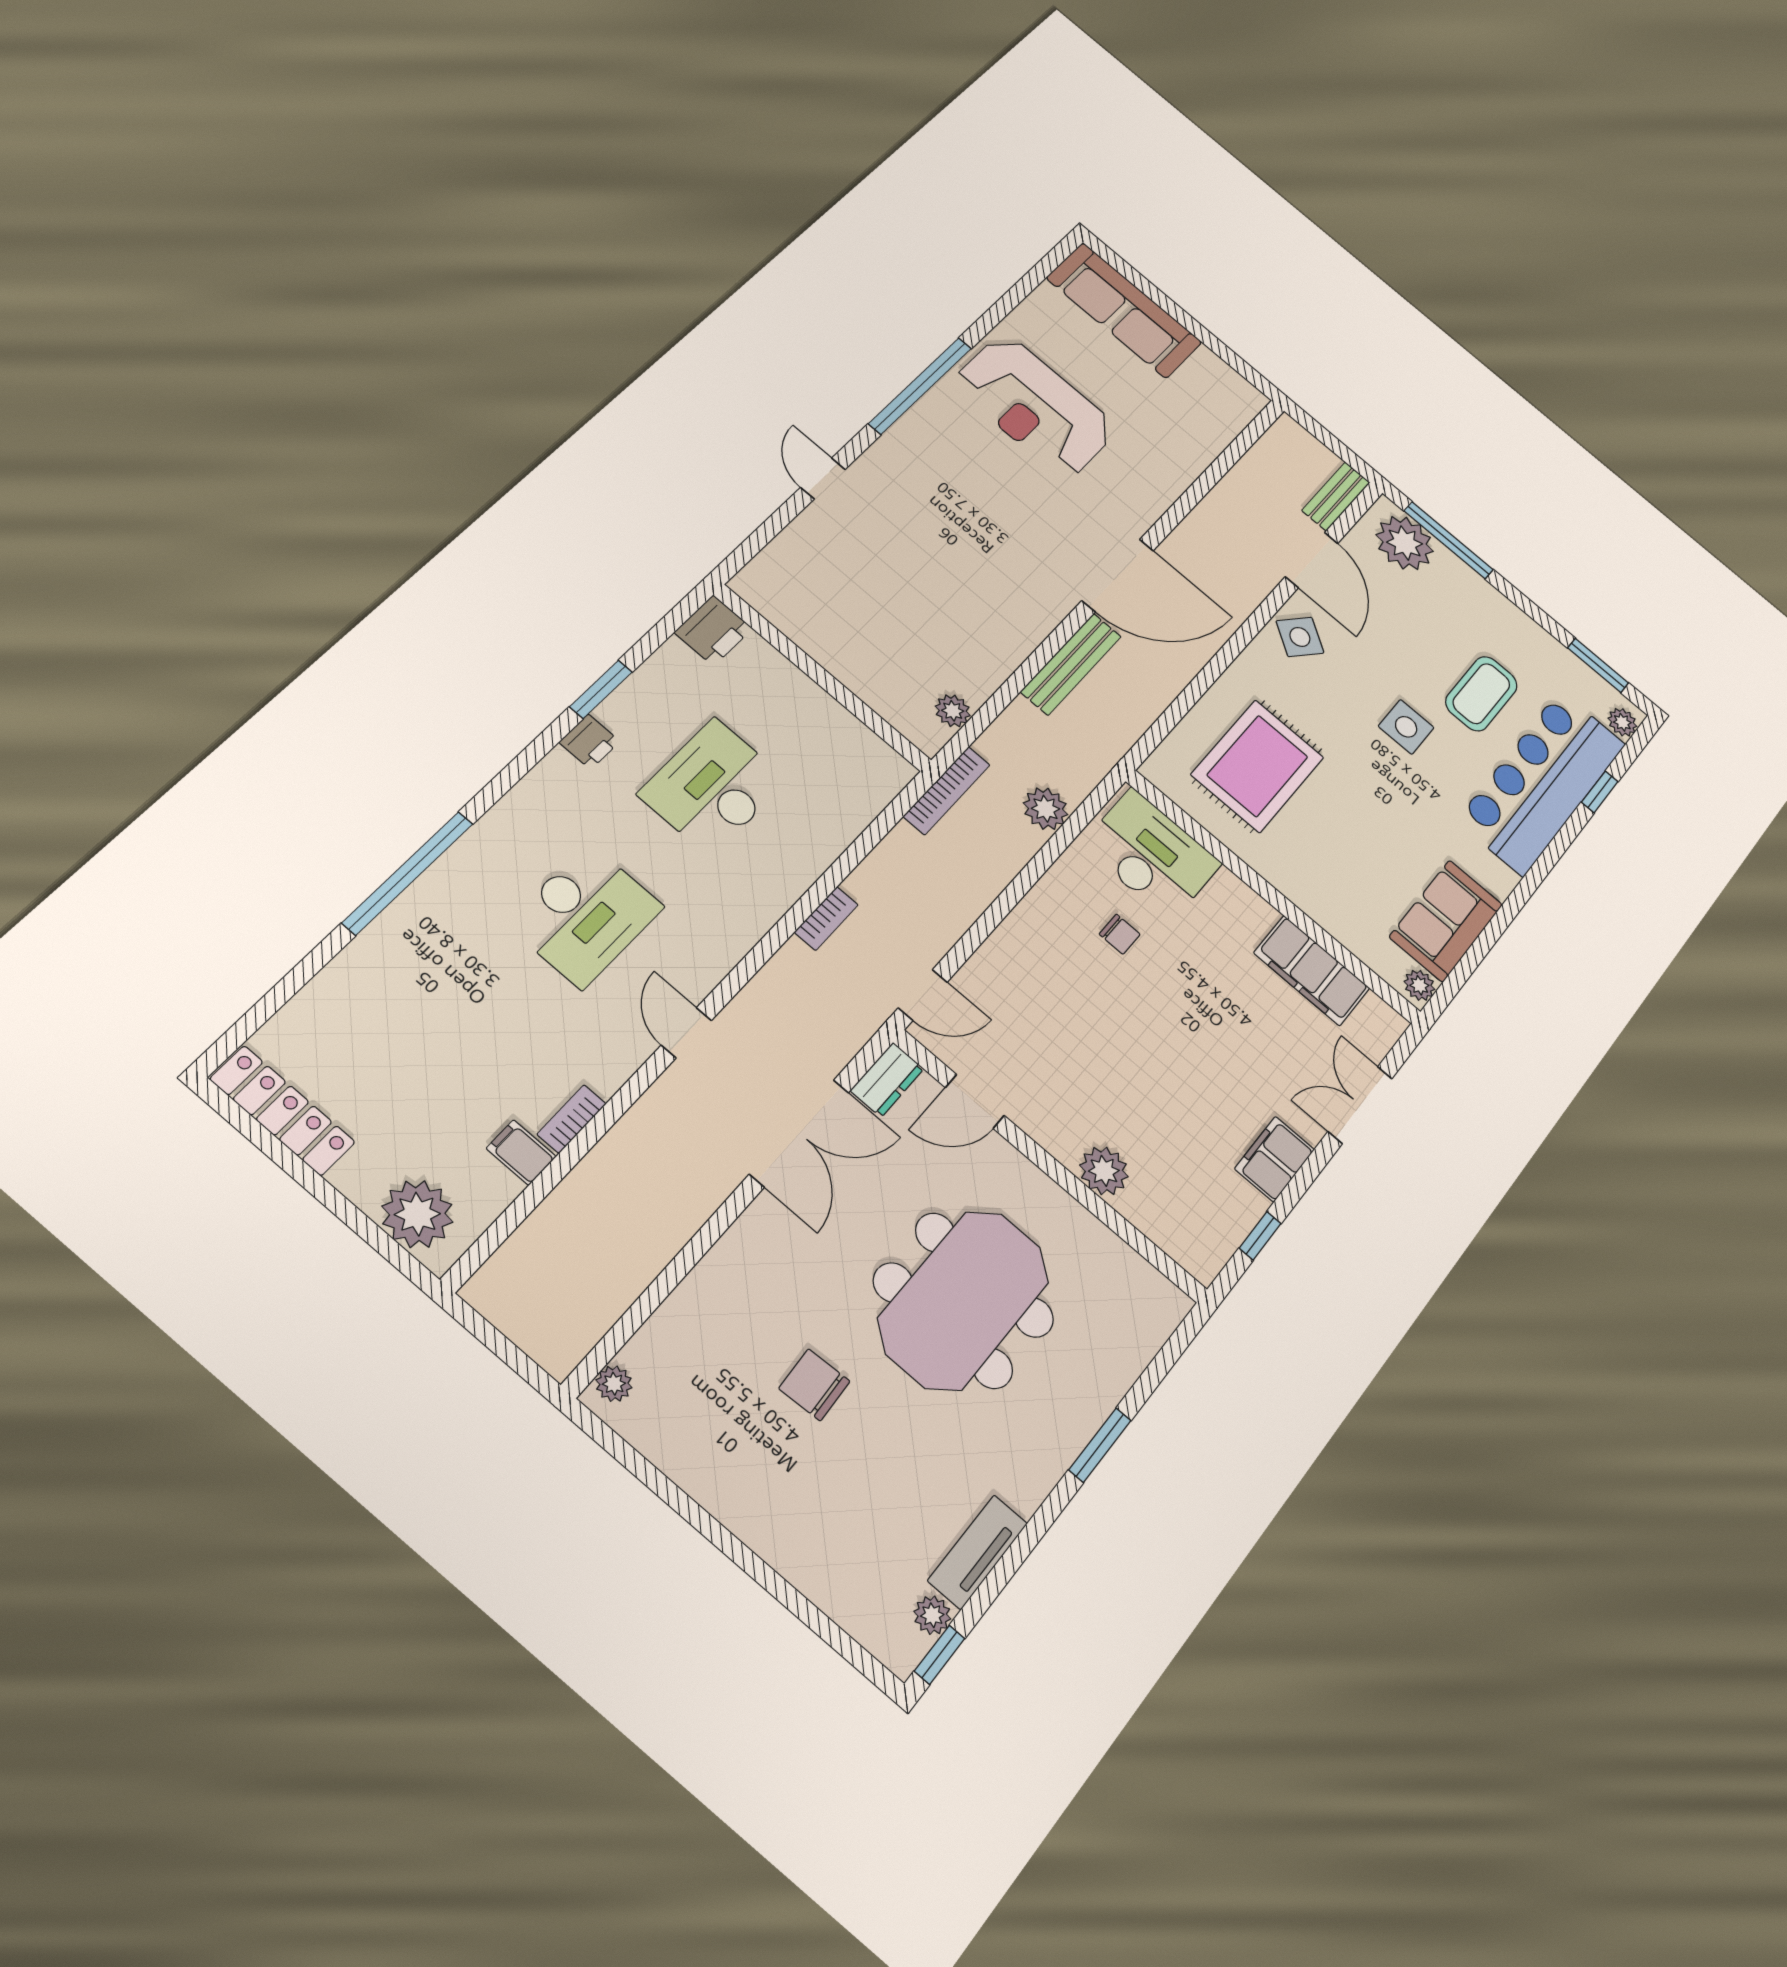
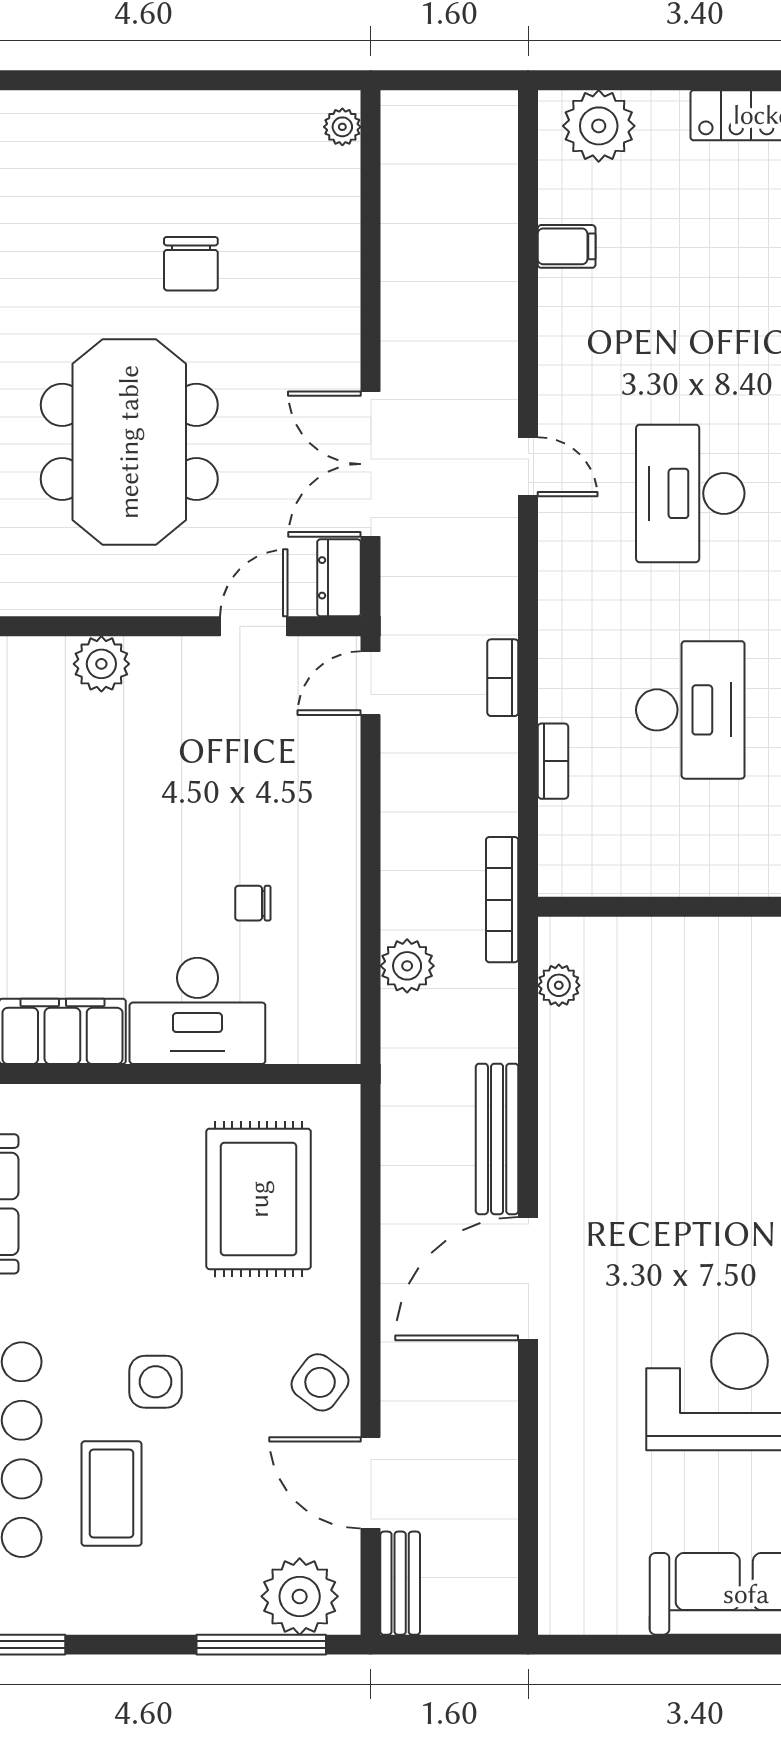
desk: (1151, 854) -> (197, 1011), moved
bookcase: (572, 1119) -> (553, 761), moved
chair: (814, 1385) -> (191, 264), turned 93

